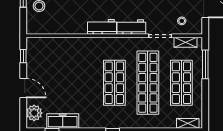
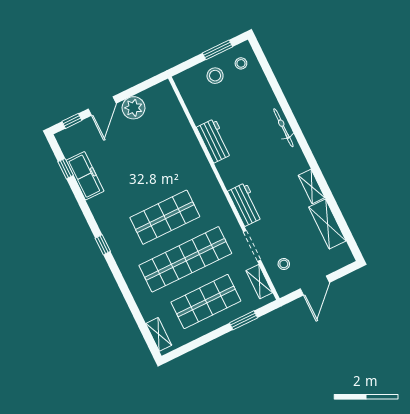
workbench: (102, 27) -> (214, 141), moved
window: (23, 56) -> (72, 121), moved
window: (205, 64) -> (243, 320), width x0.69
plant: (34, 113) -> (134, 108), moved

